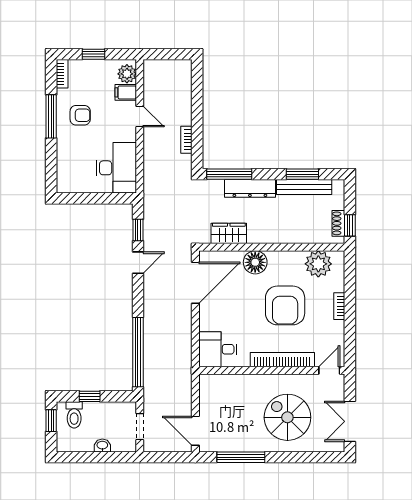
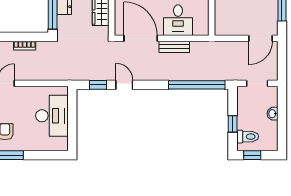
desk: (116, 168) -> (52, 116), moved, turned 90
bench: (185, 324) -> (174, 47), added
desk: (218, 349) -> (178, 20), moved

